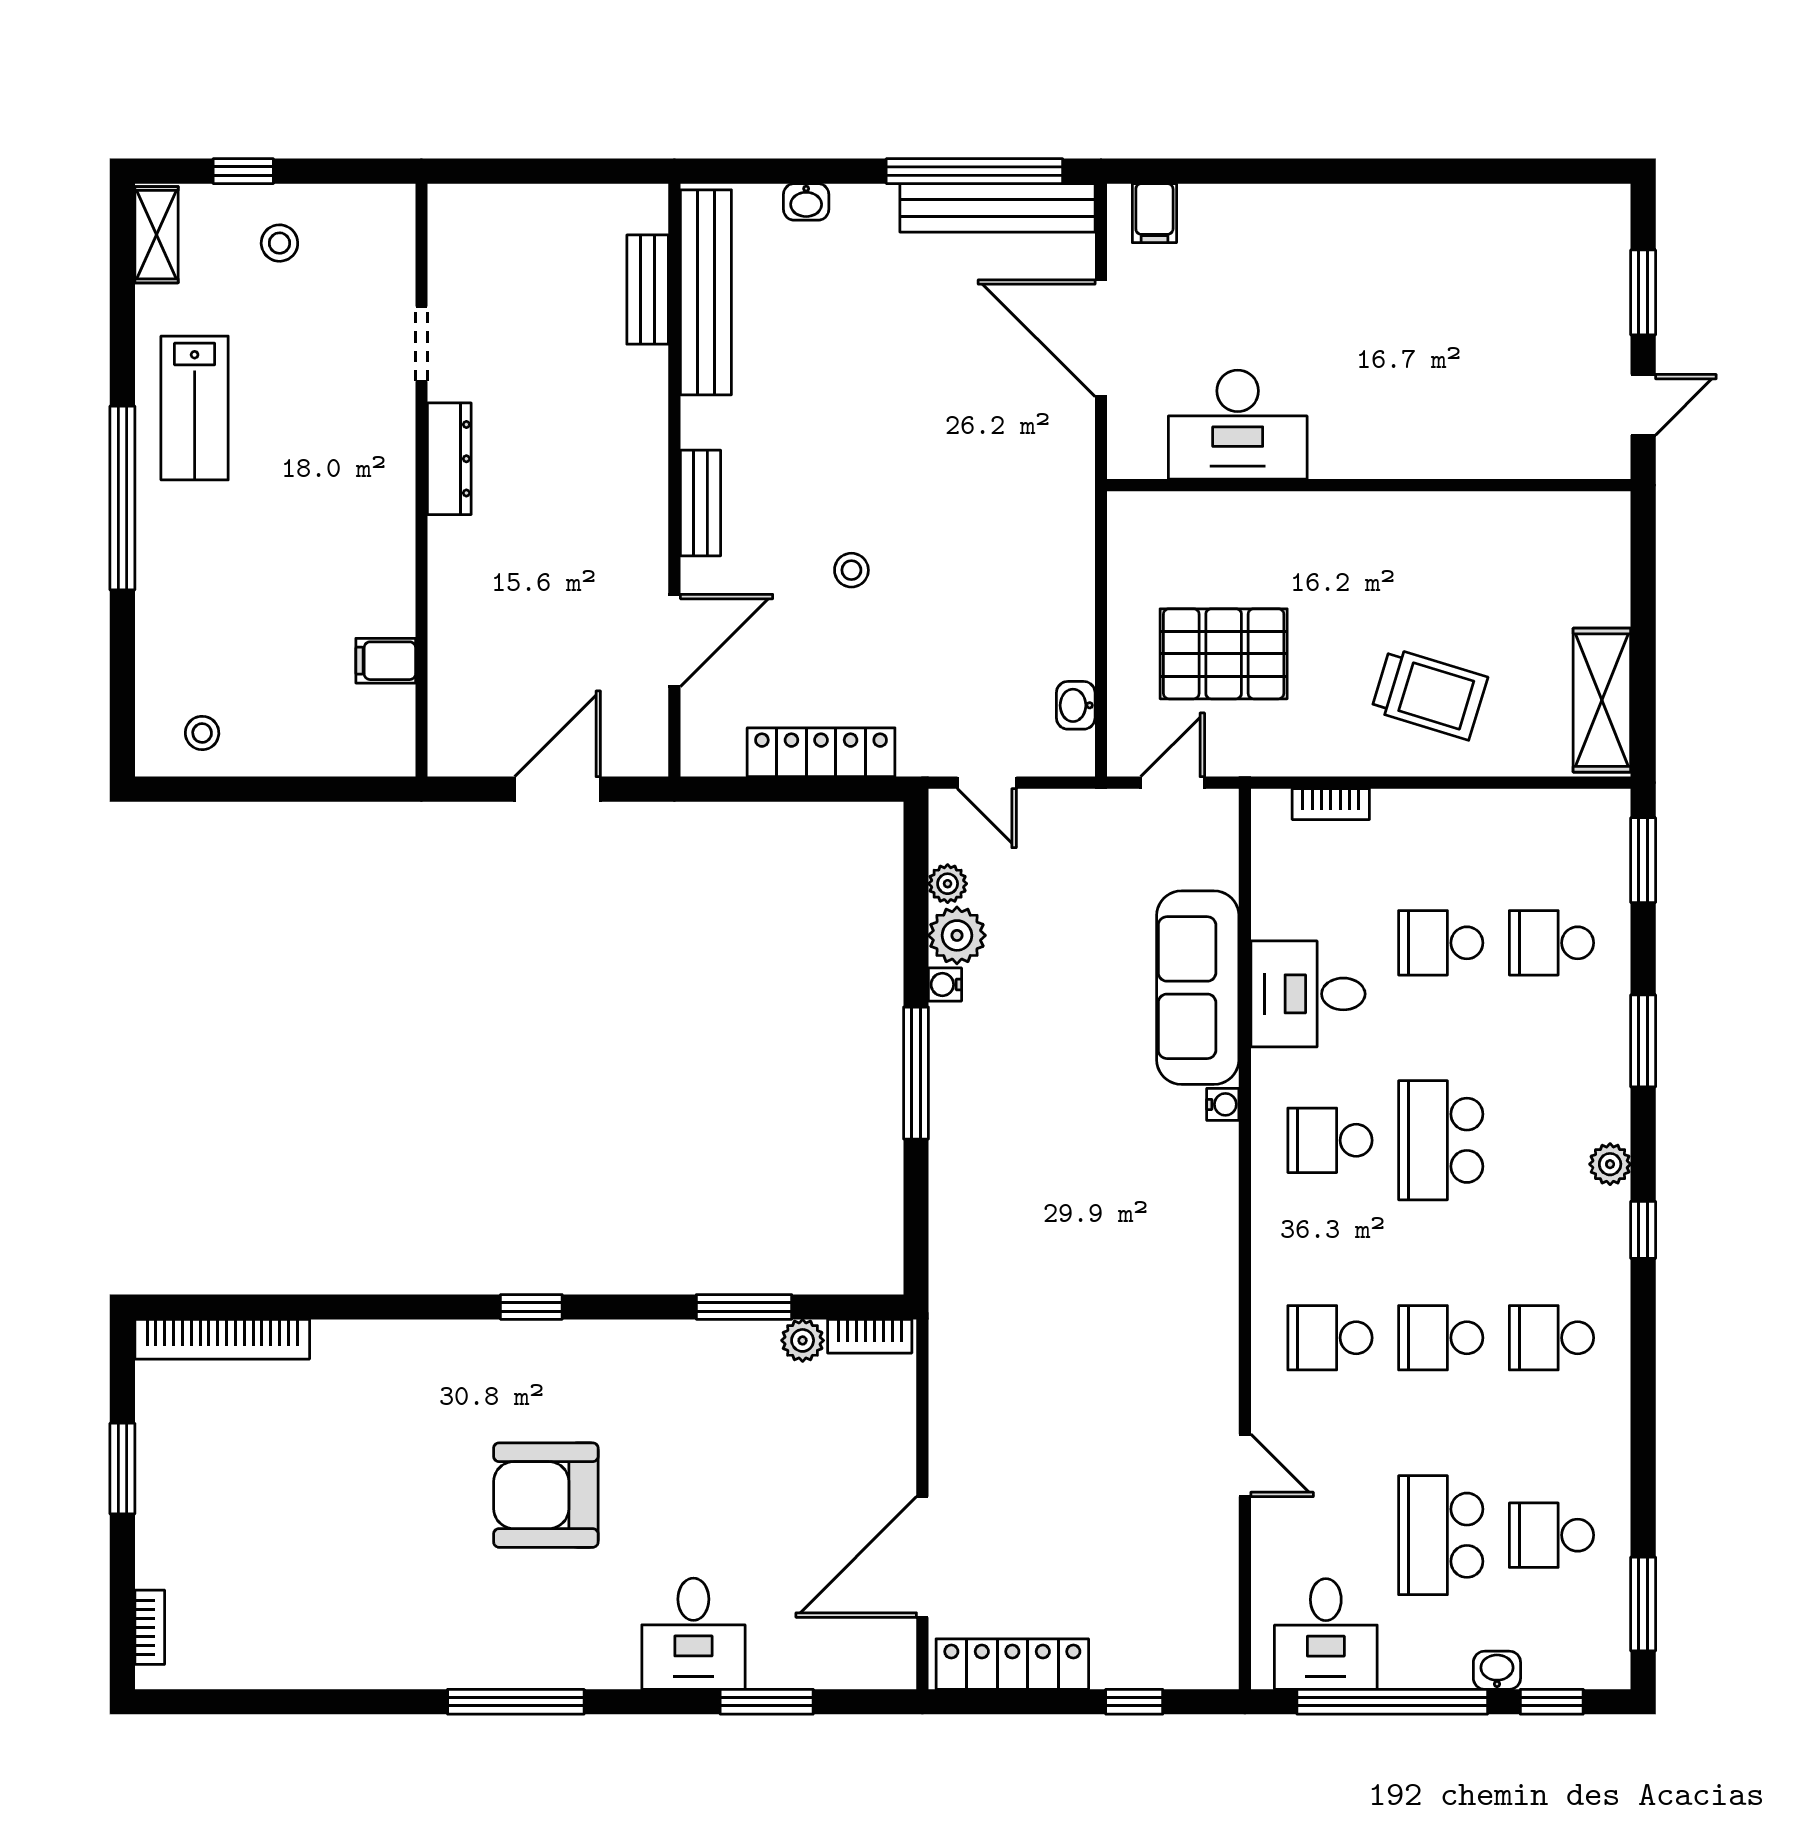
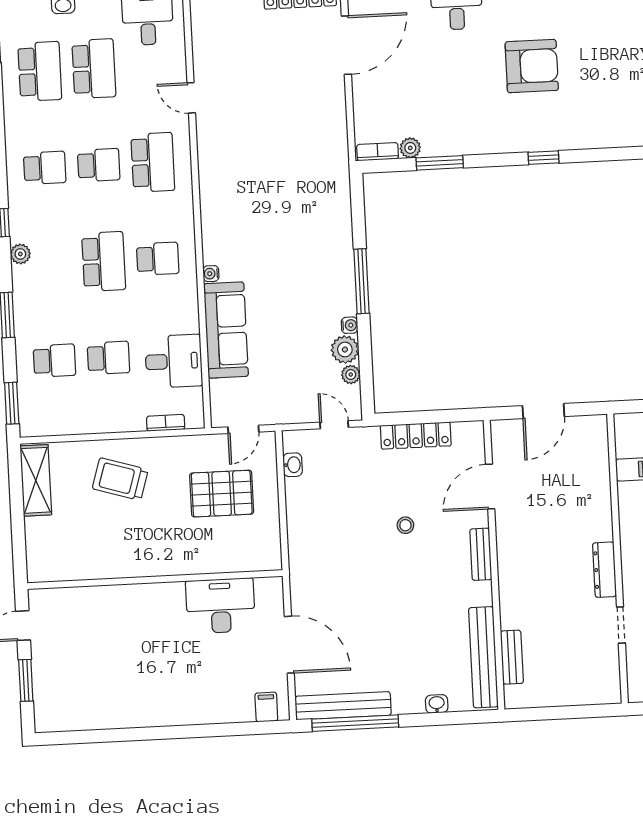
desk: (1308, 994) -> (174, 361), moved
school desk: (1330, 1338) -> (153, 162), width x1.85
school desk: (1551, 1535) -> (40, 71), width x1.85

